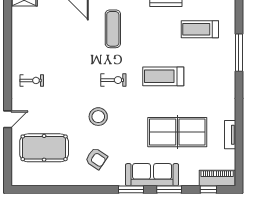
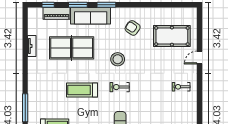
treadmill: (163, 76) -> (82, 90), turned 180
stool: (98, 117) -> (118, 59), moved
piano: (217, 178) -> (57, 13), moved

